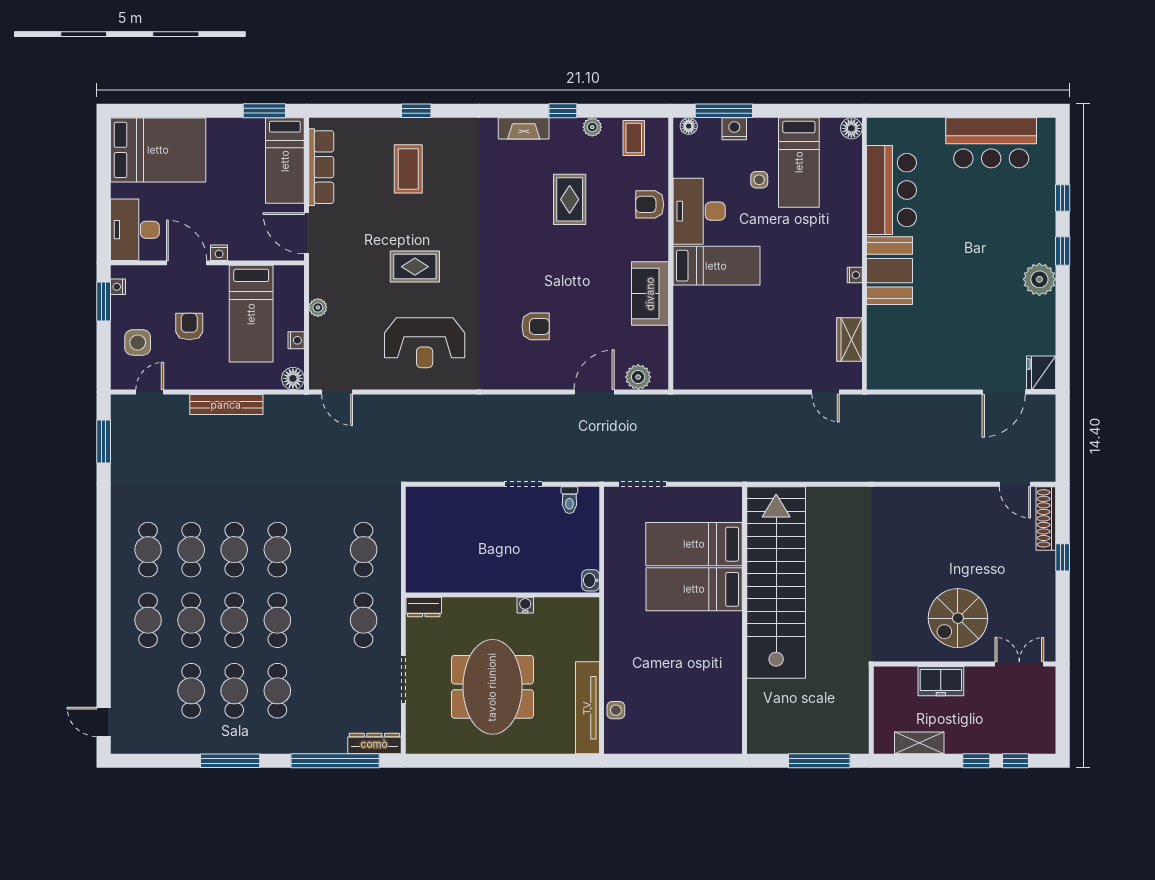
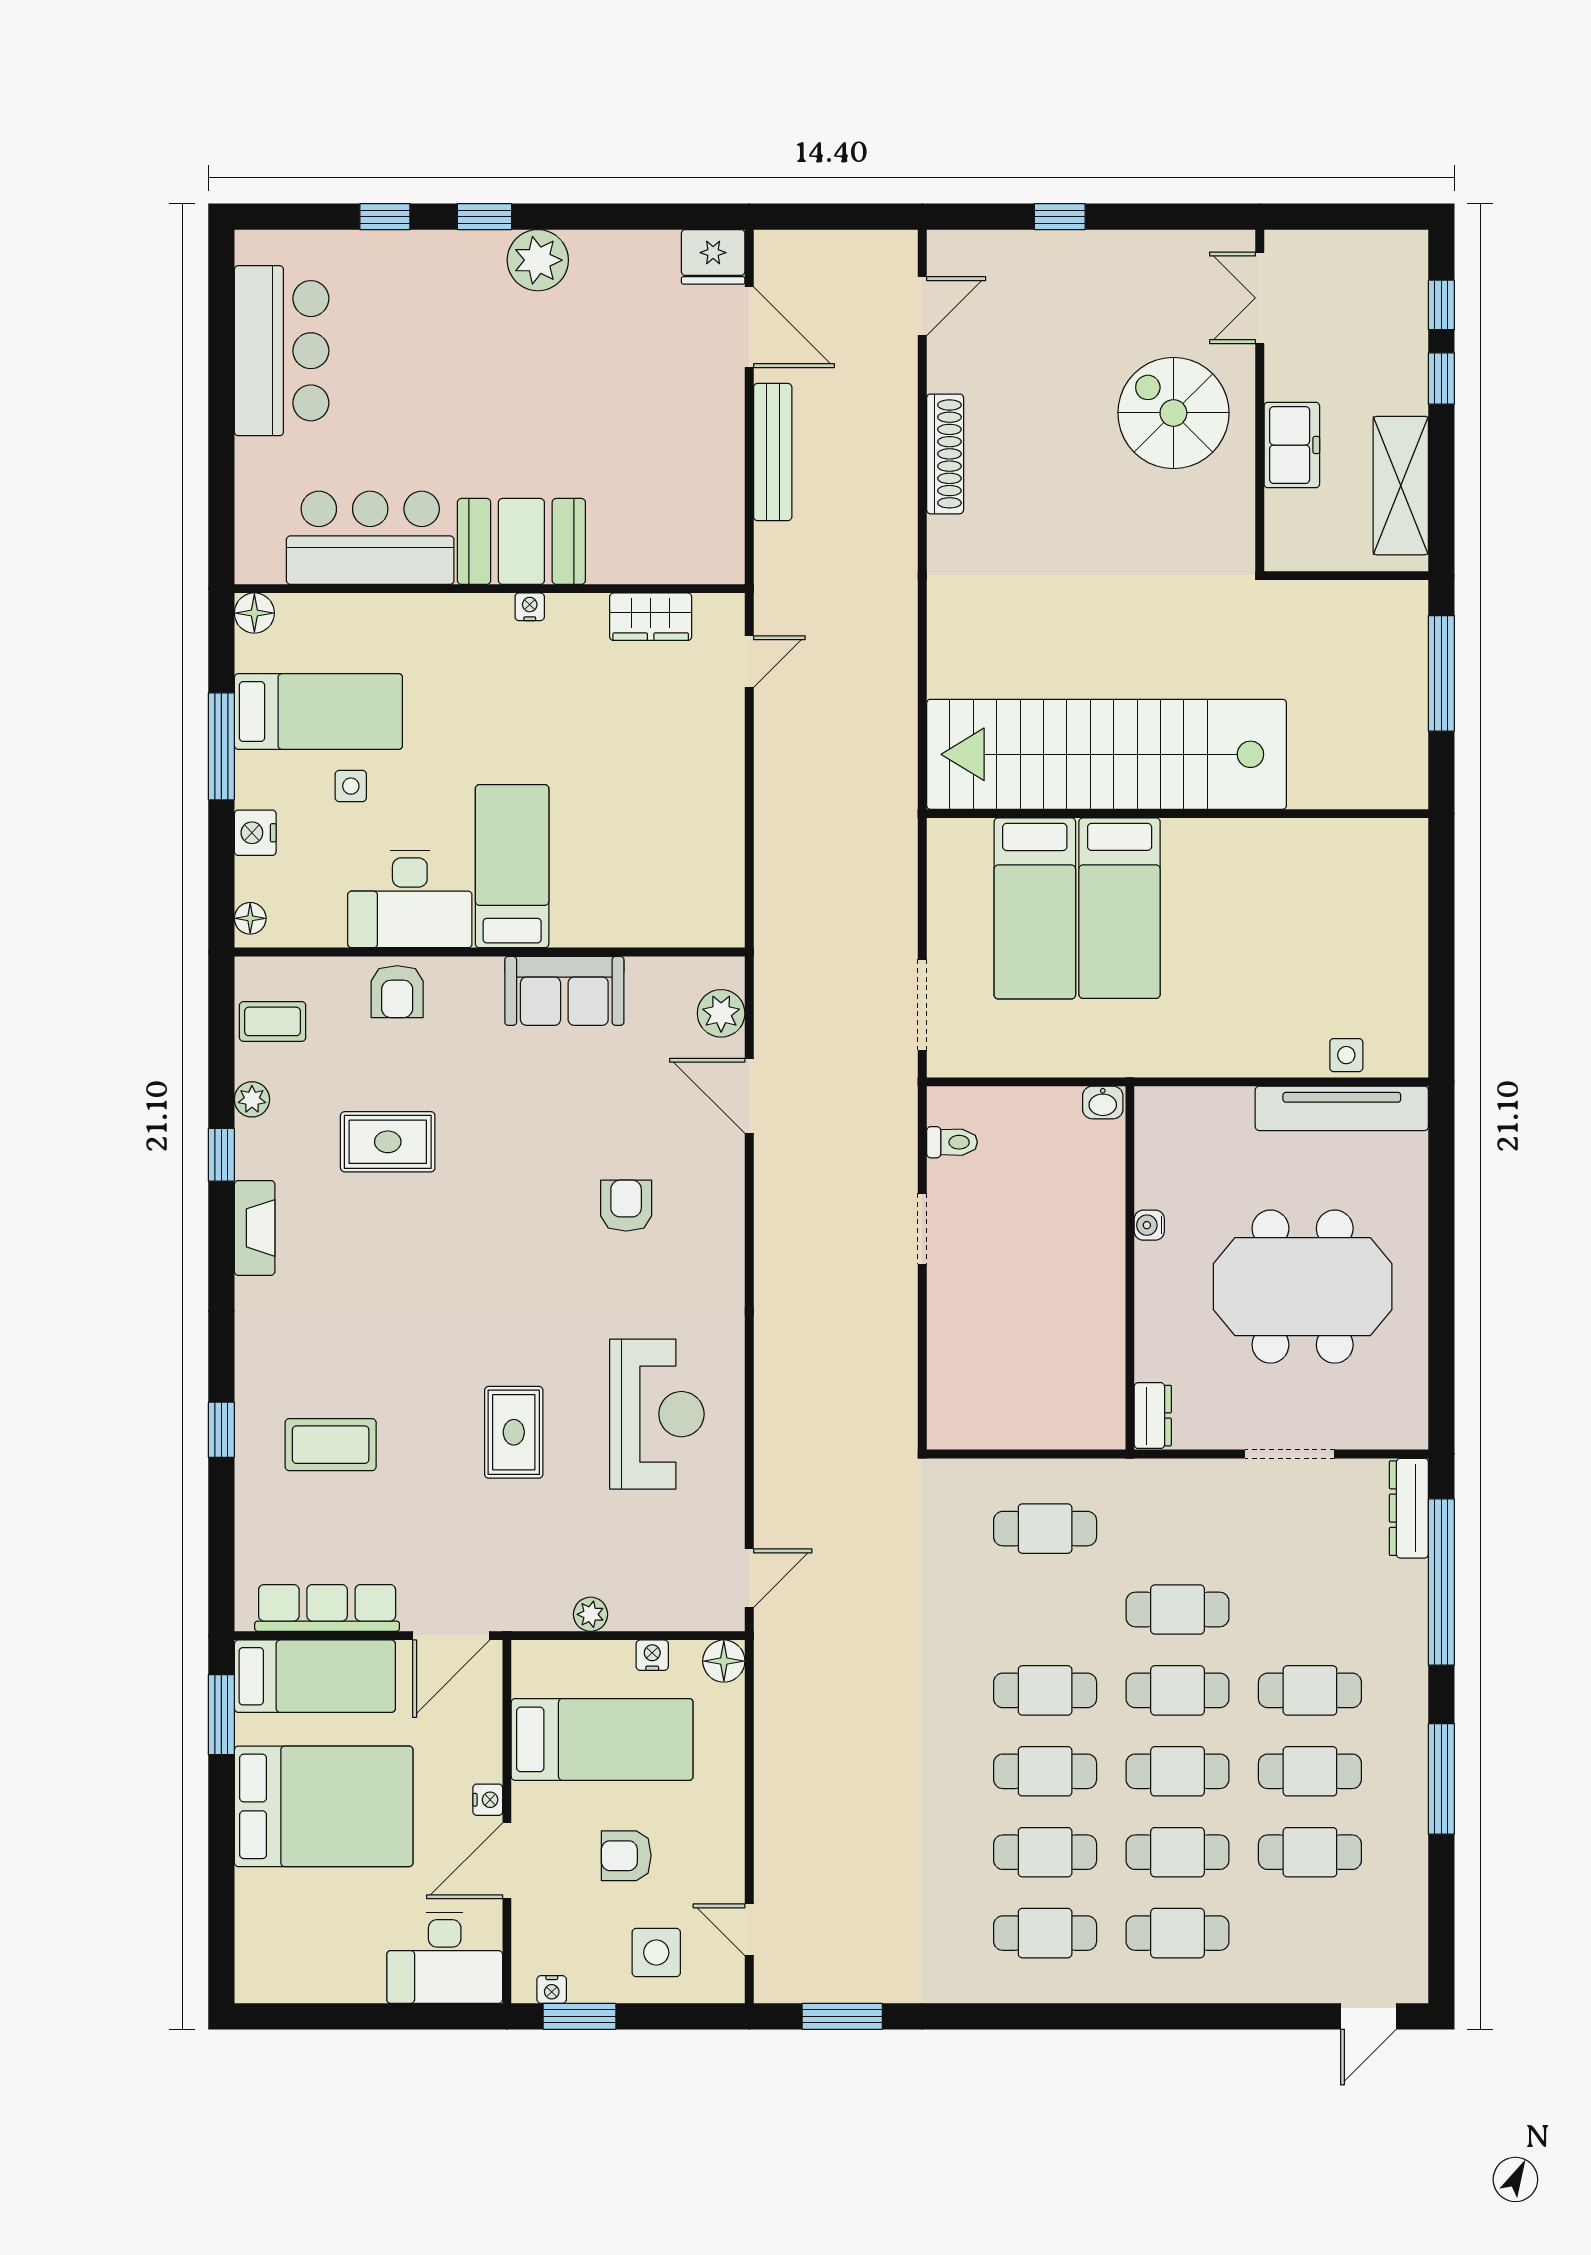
window: (724, 111) -> (221, 746), moved
bed: (158, 150) -> (324, 1806), moved, turned 90
bench: (226, 405) -> (773, 452), moved
shoe rack: (1046, 518) -> (945, 454), moved, turned -90
spiral stairs: (958, 618) -> (1173, 413), turned 180
cafe table: (364, 620) -> (1178, 1609), moved
shelving: (919, 743) -> (1401, 486), width x1.50, depth x1.33

